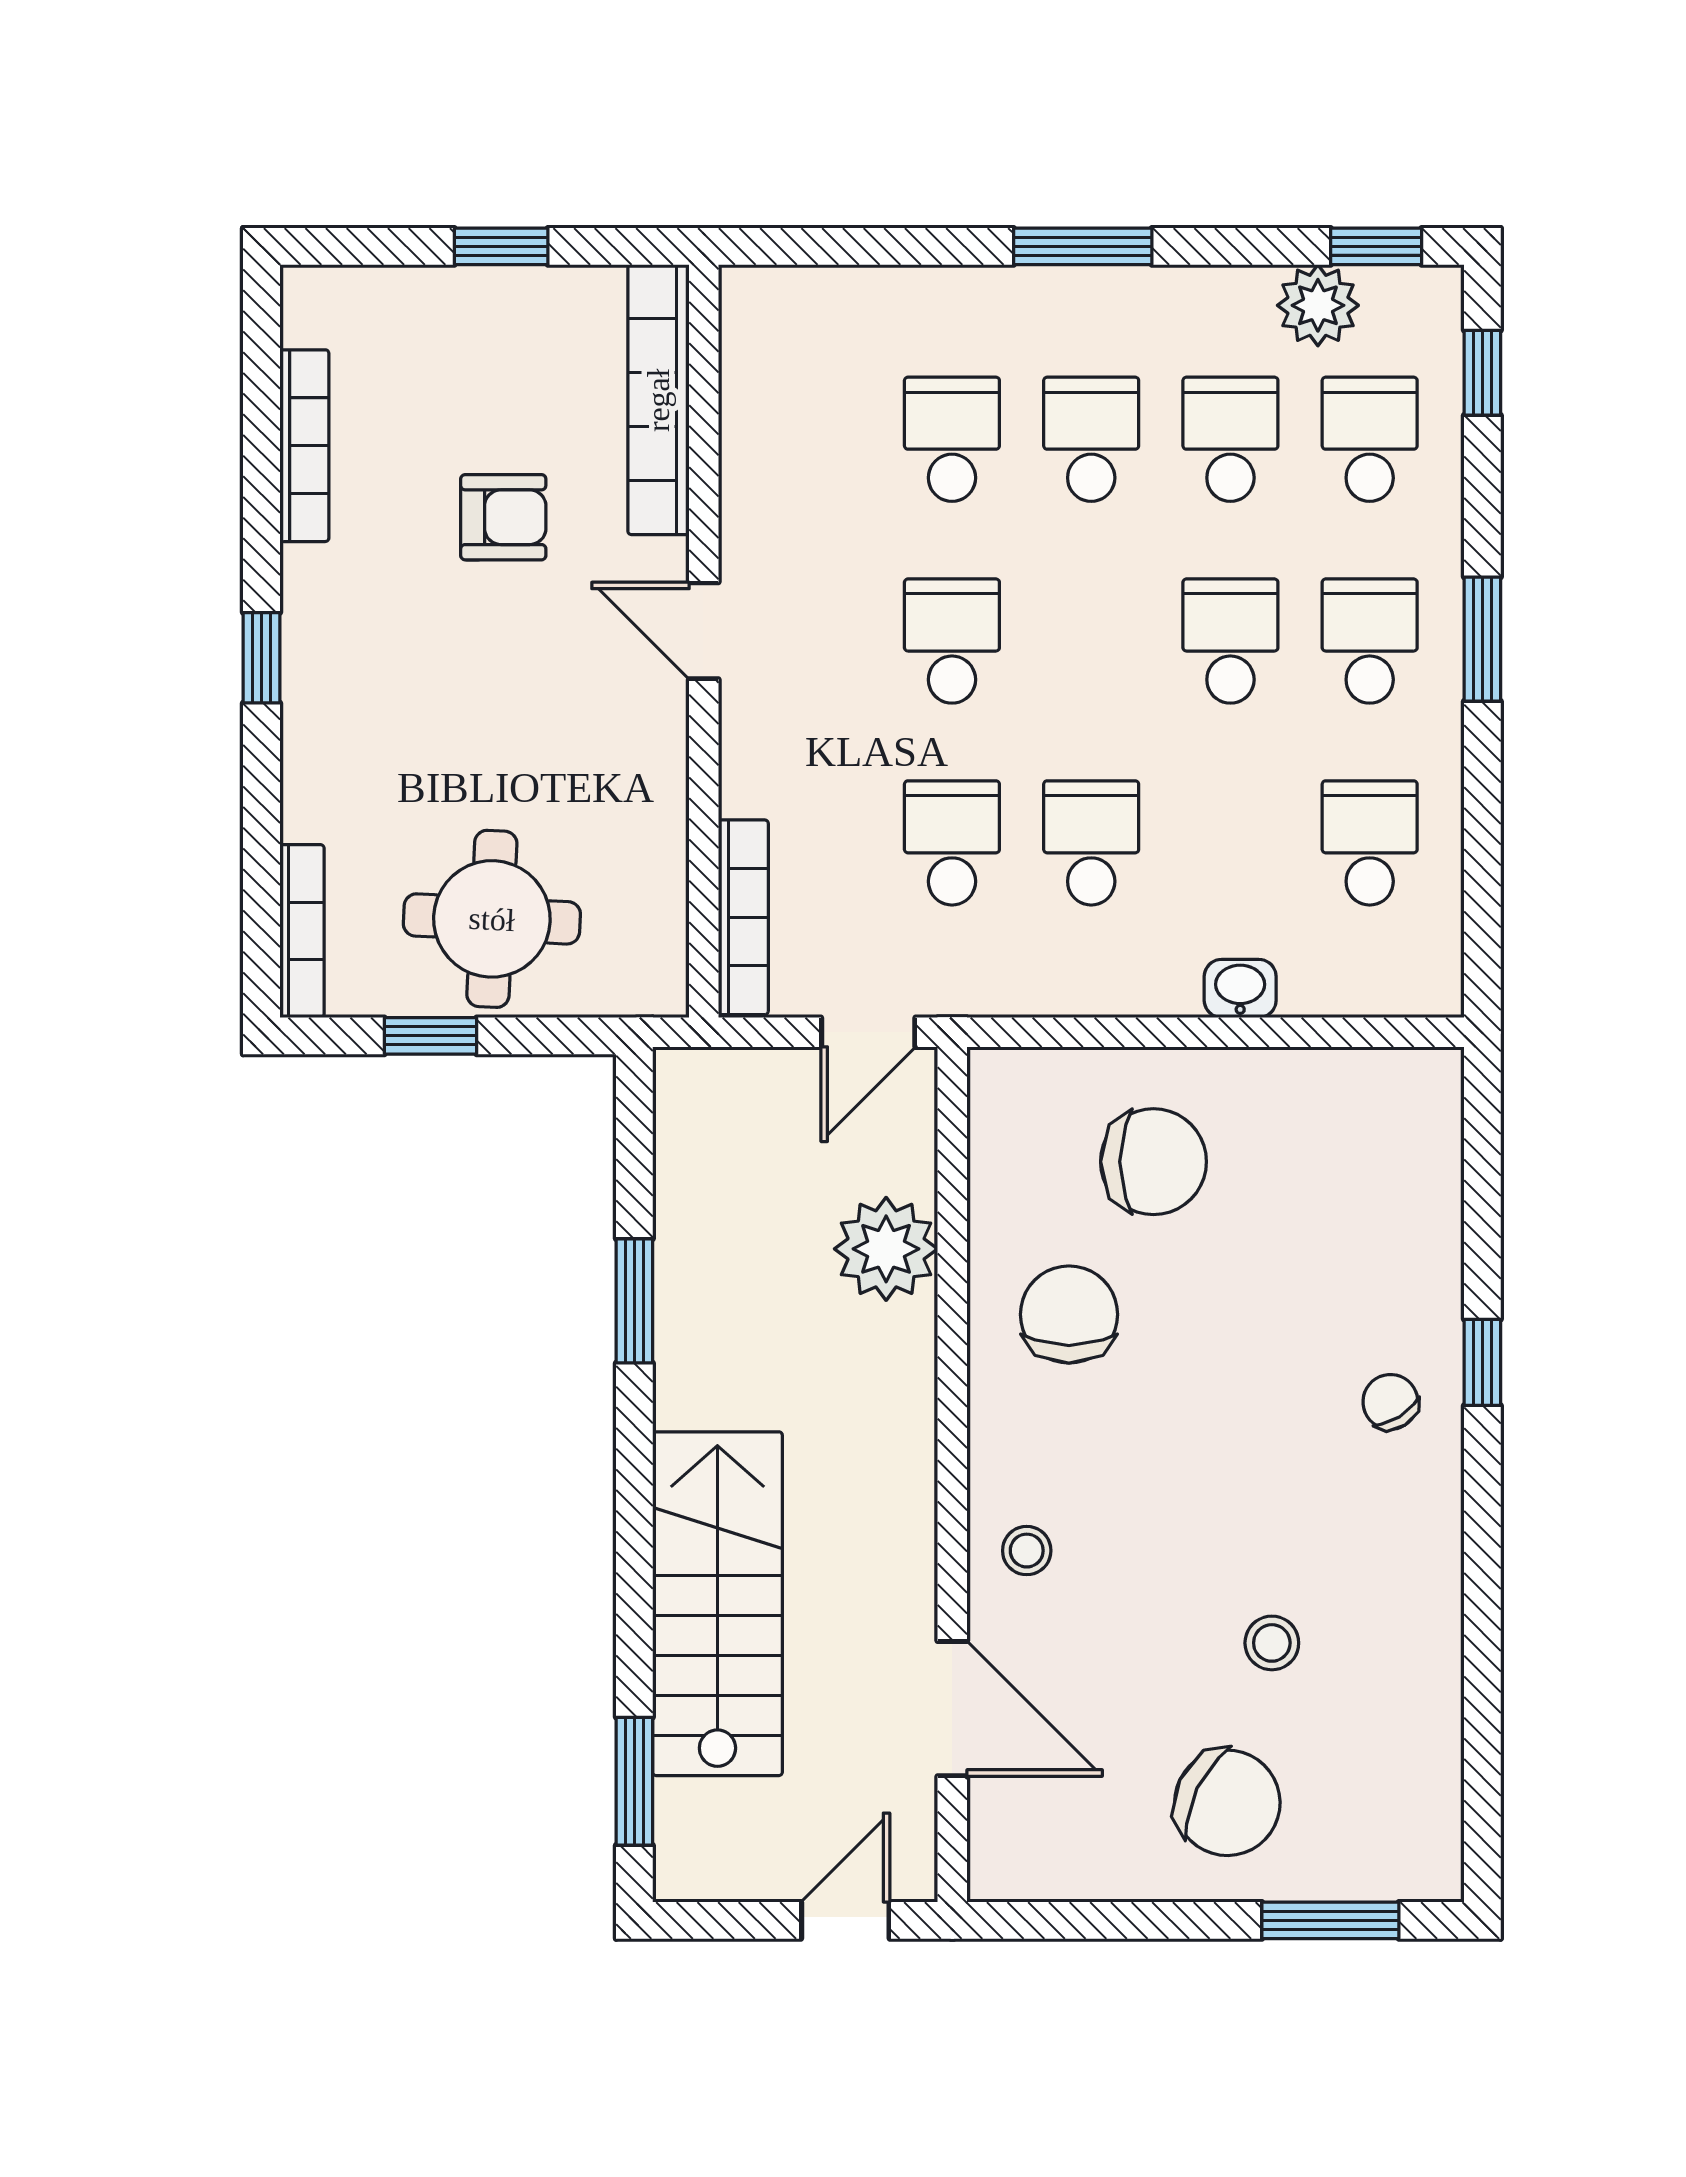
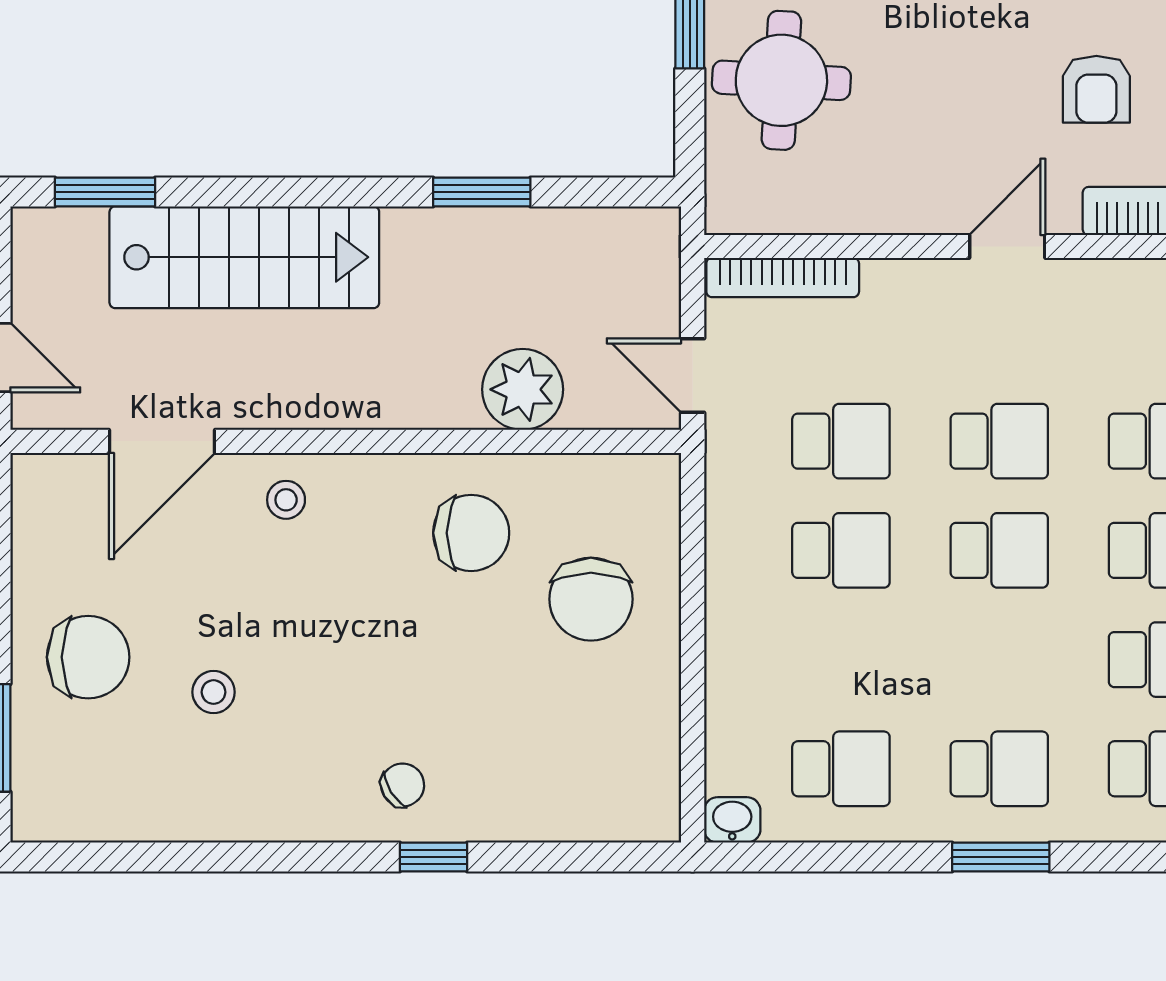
school desk: (1230, 641) -> (999, 550), moved
washbasin: (1240, 988) -> (732, 820), moved, turned -90
chair: (1227, 1803) -> (88, 657), turned -116

